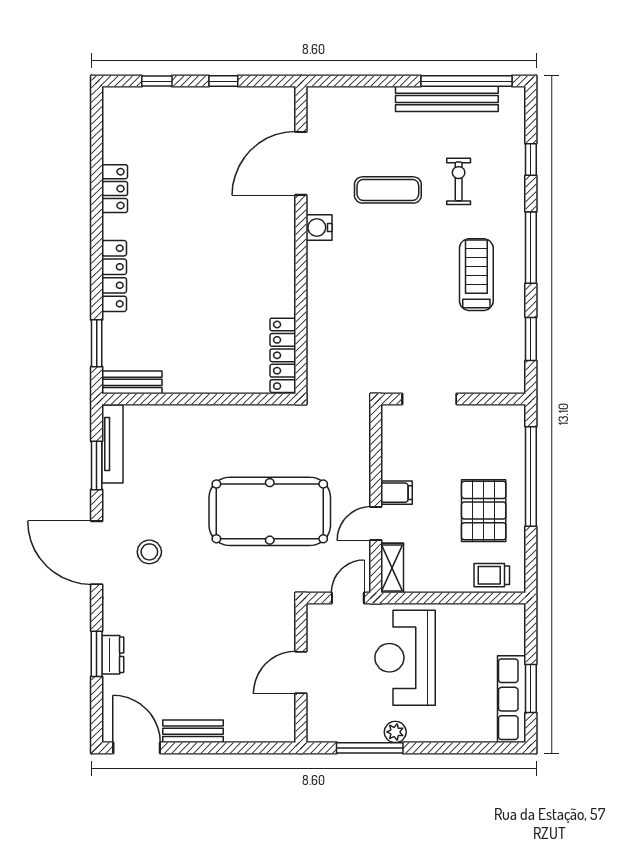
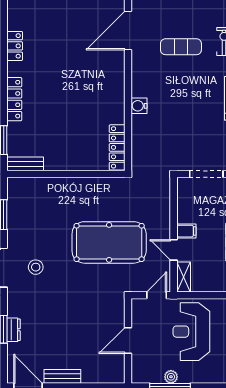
water cooler: (319, 227) -> (139, 106), moved
tv unit: (112, 444) -> (13, 201), removed
door: (376, 524) -> (174, 250), hinge flipped
plant: (395, 732) -> (171, 377), moved

